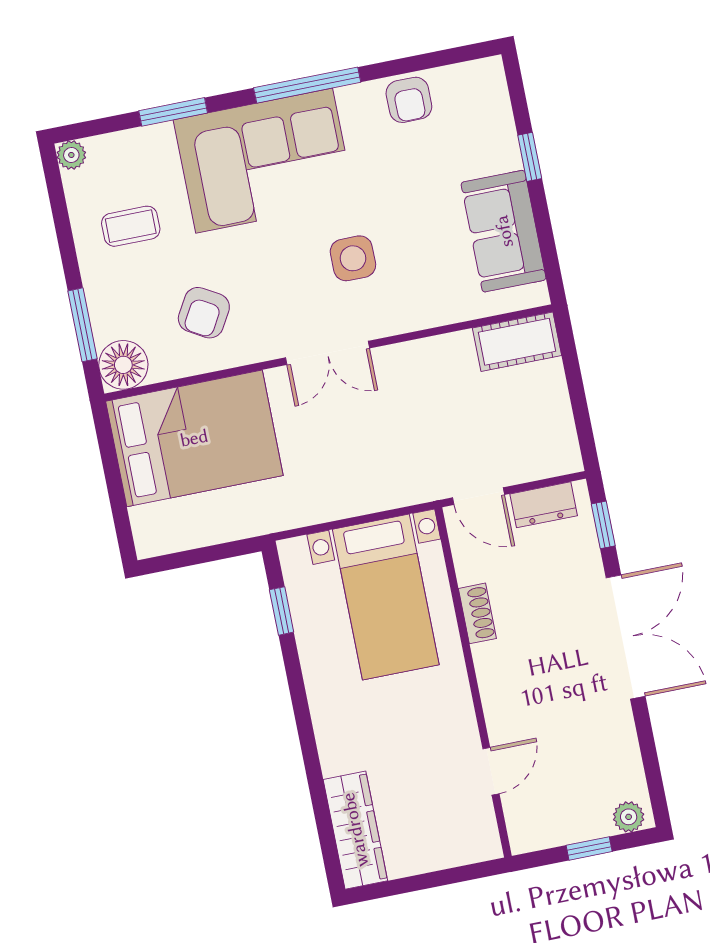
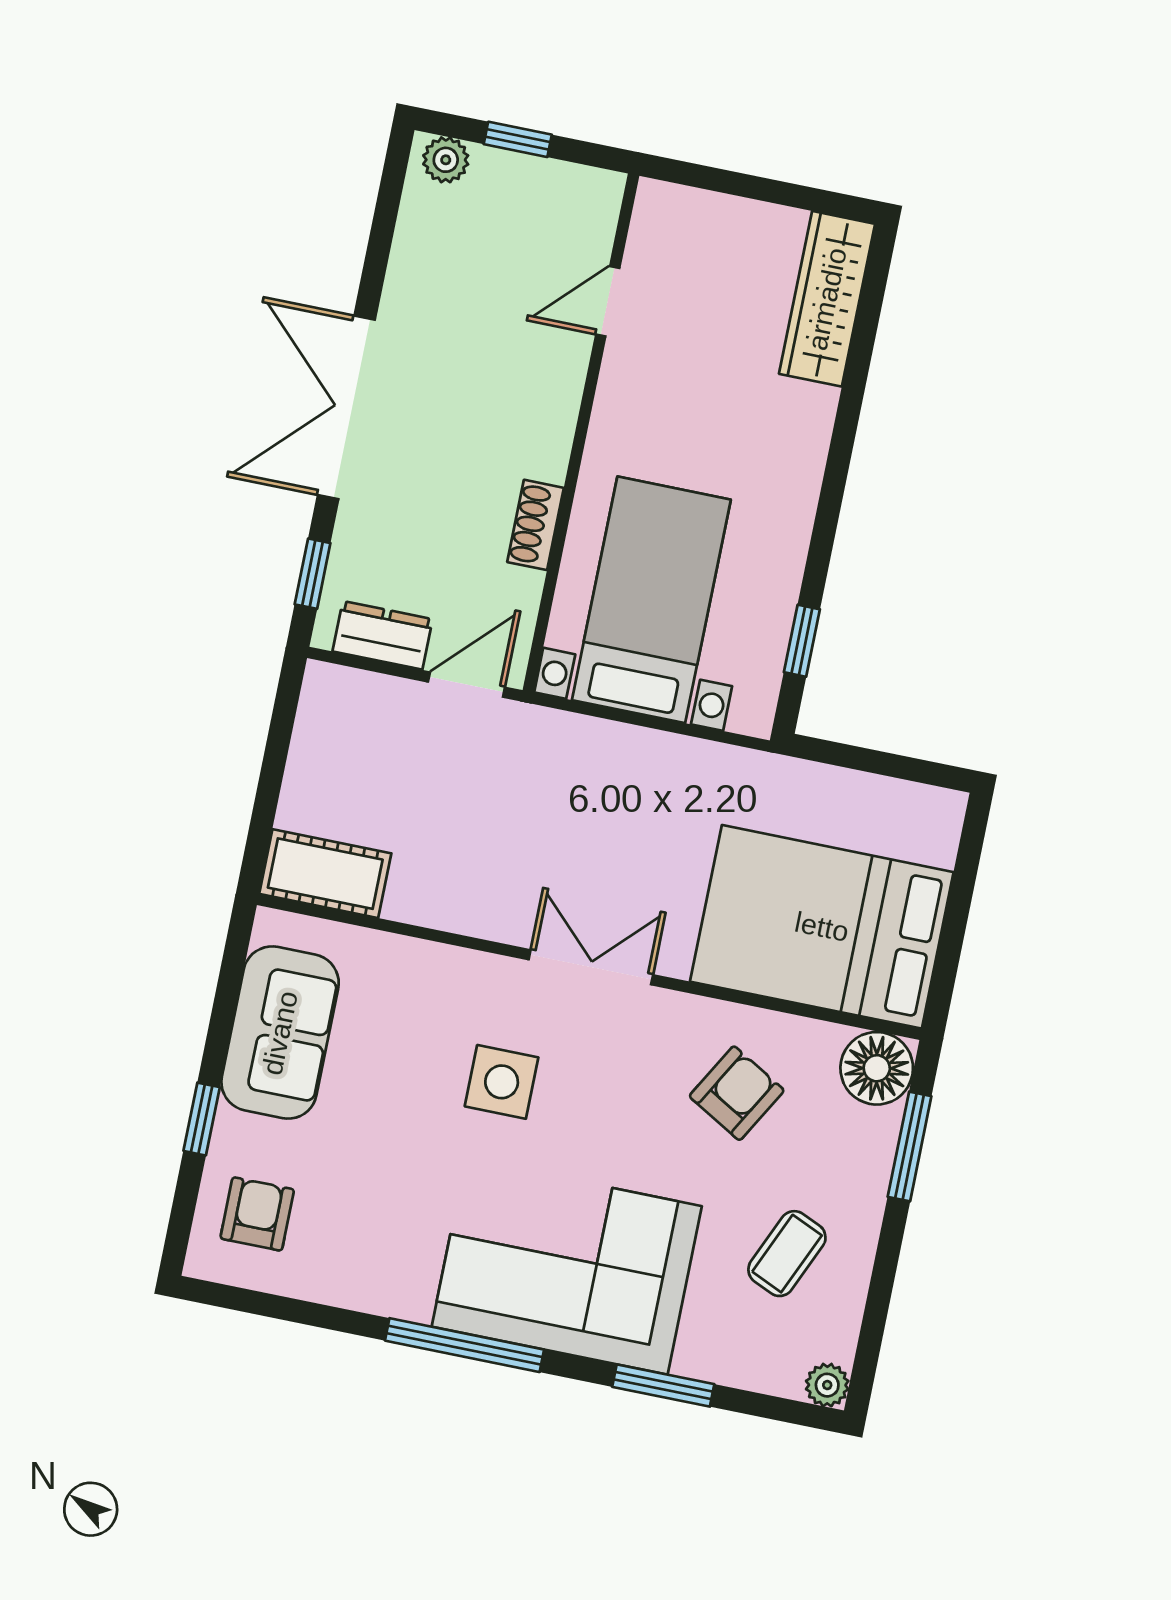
armchair: (409, 100) -> (257, 1214), moved
coffee table: (131, 226) -> (787, 1254), turned -66
door: (479, 496) -> (466, 685), hinge flipped

